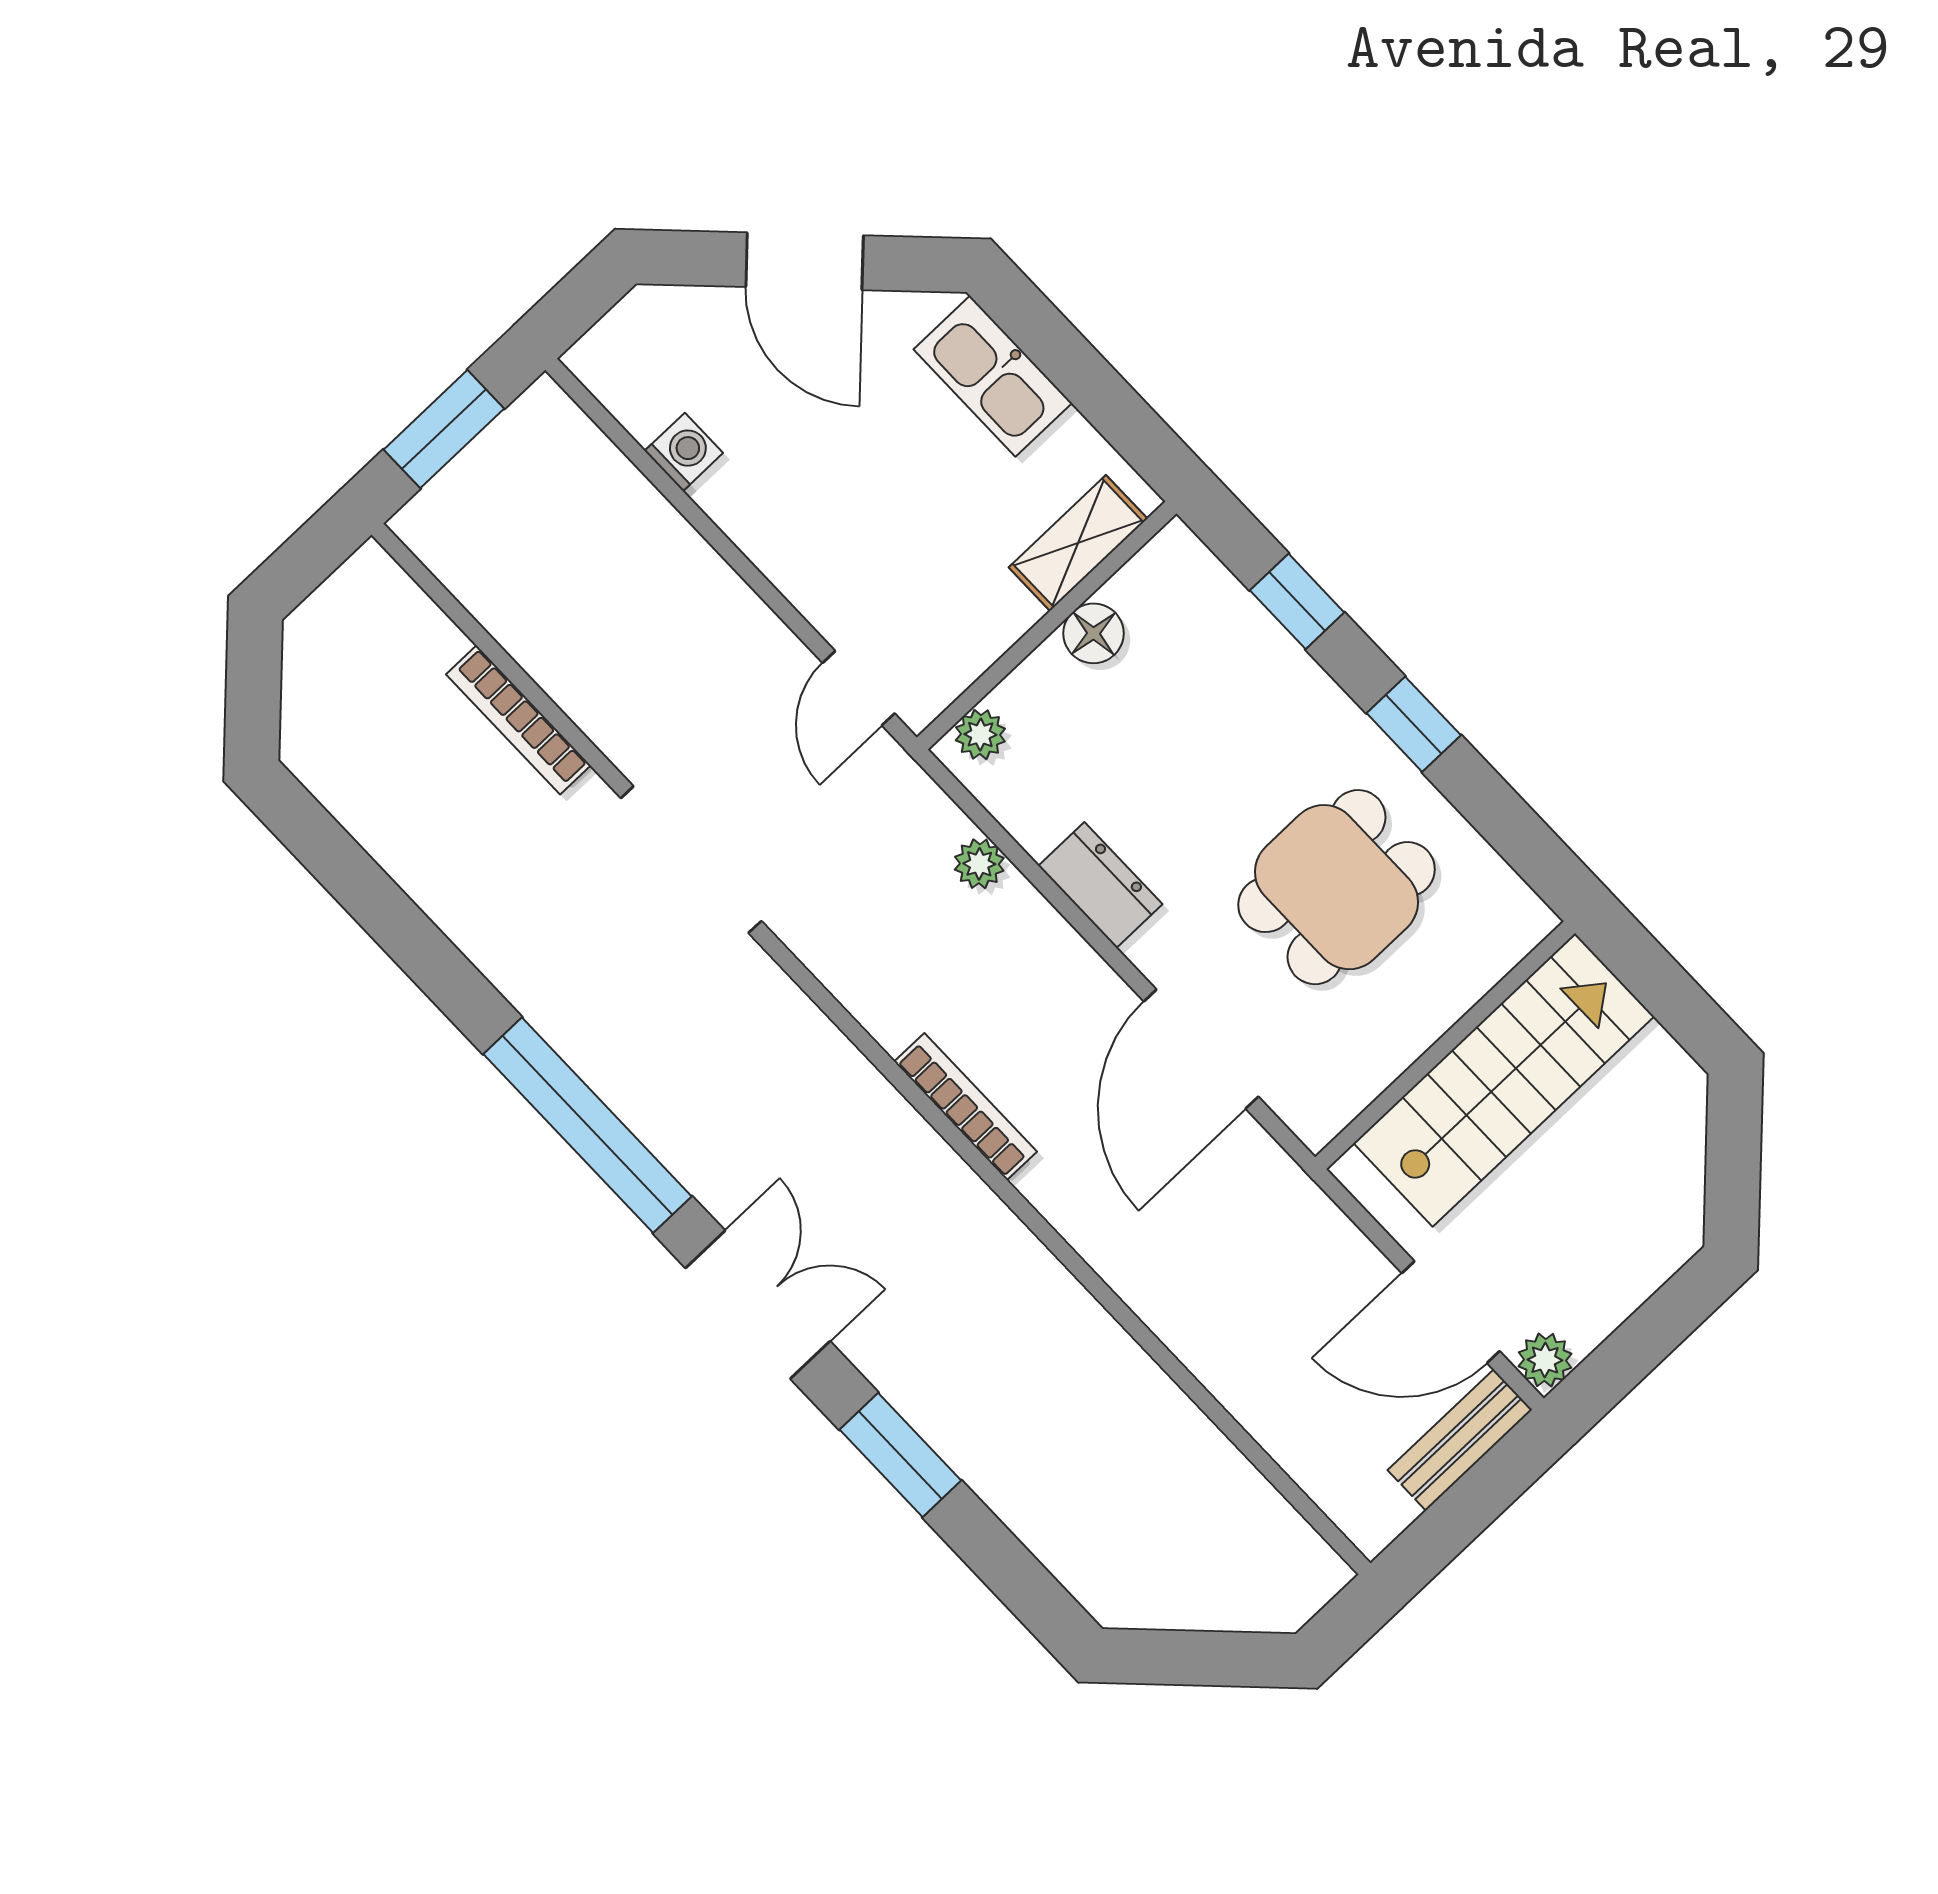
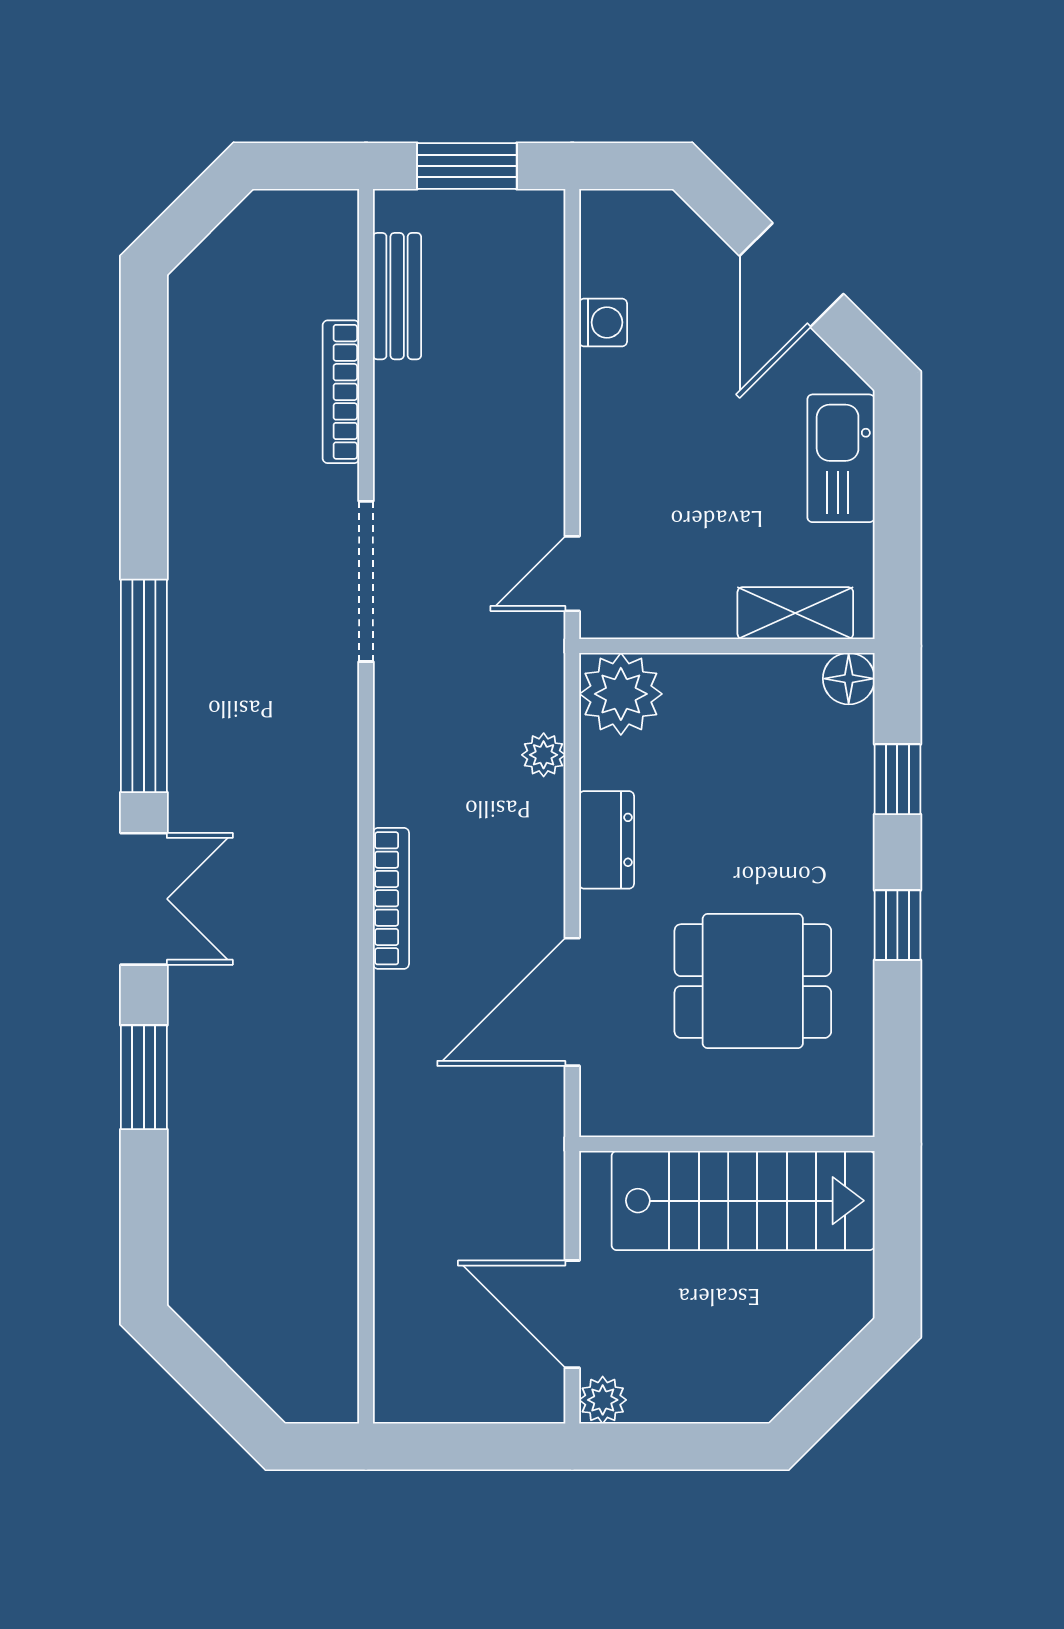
floor lamp: (1093, 633) -> (849, 679), moved
plant: (980, 734) -> (621, 694), width x1.88, depth x1.88
bench: (1460, 1440) -> (397, 296), moved, turned 90

